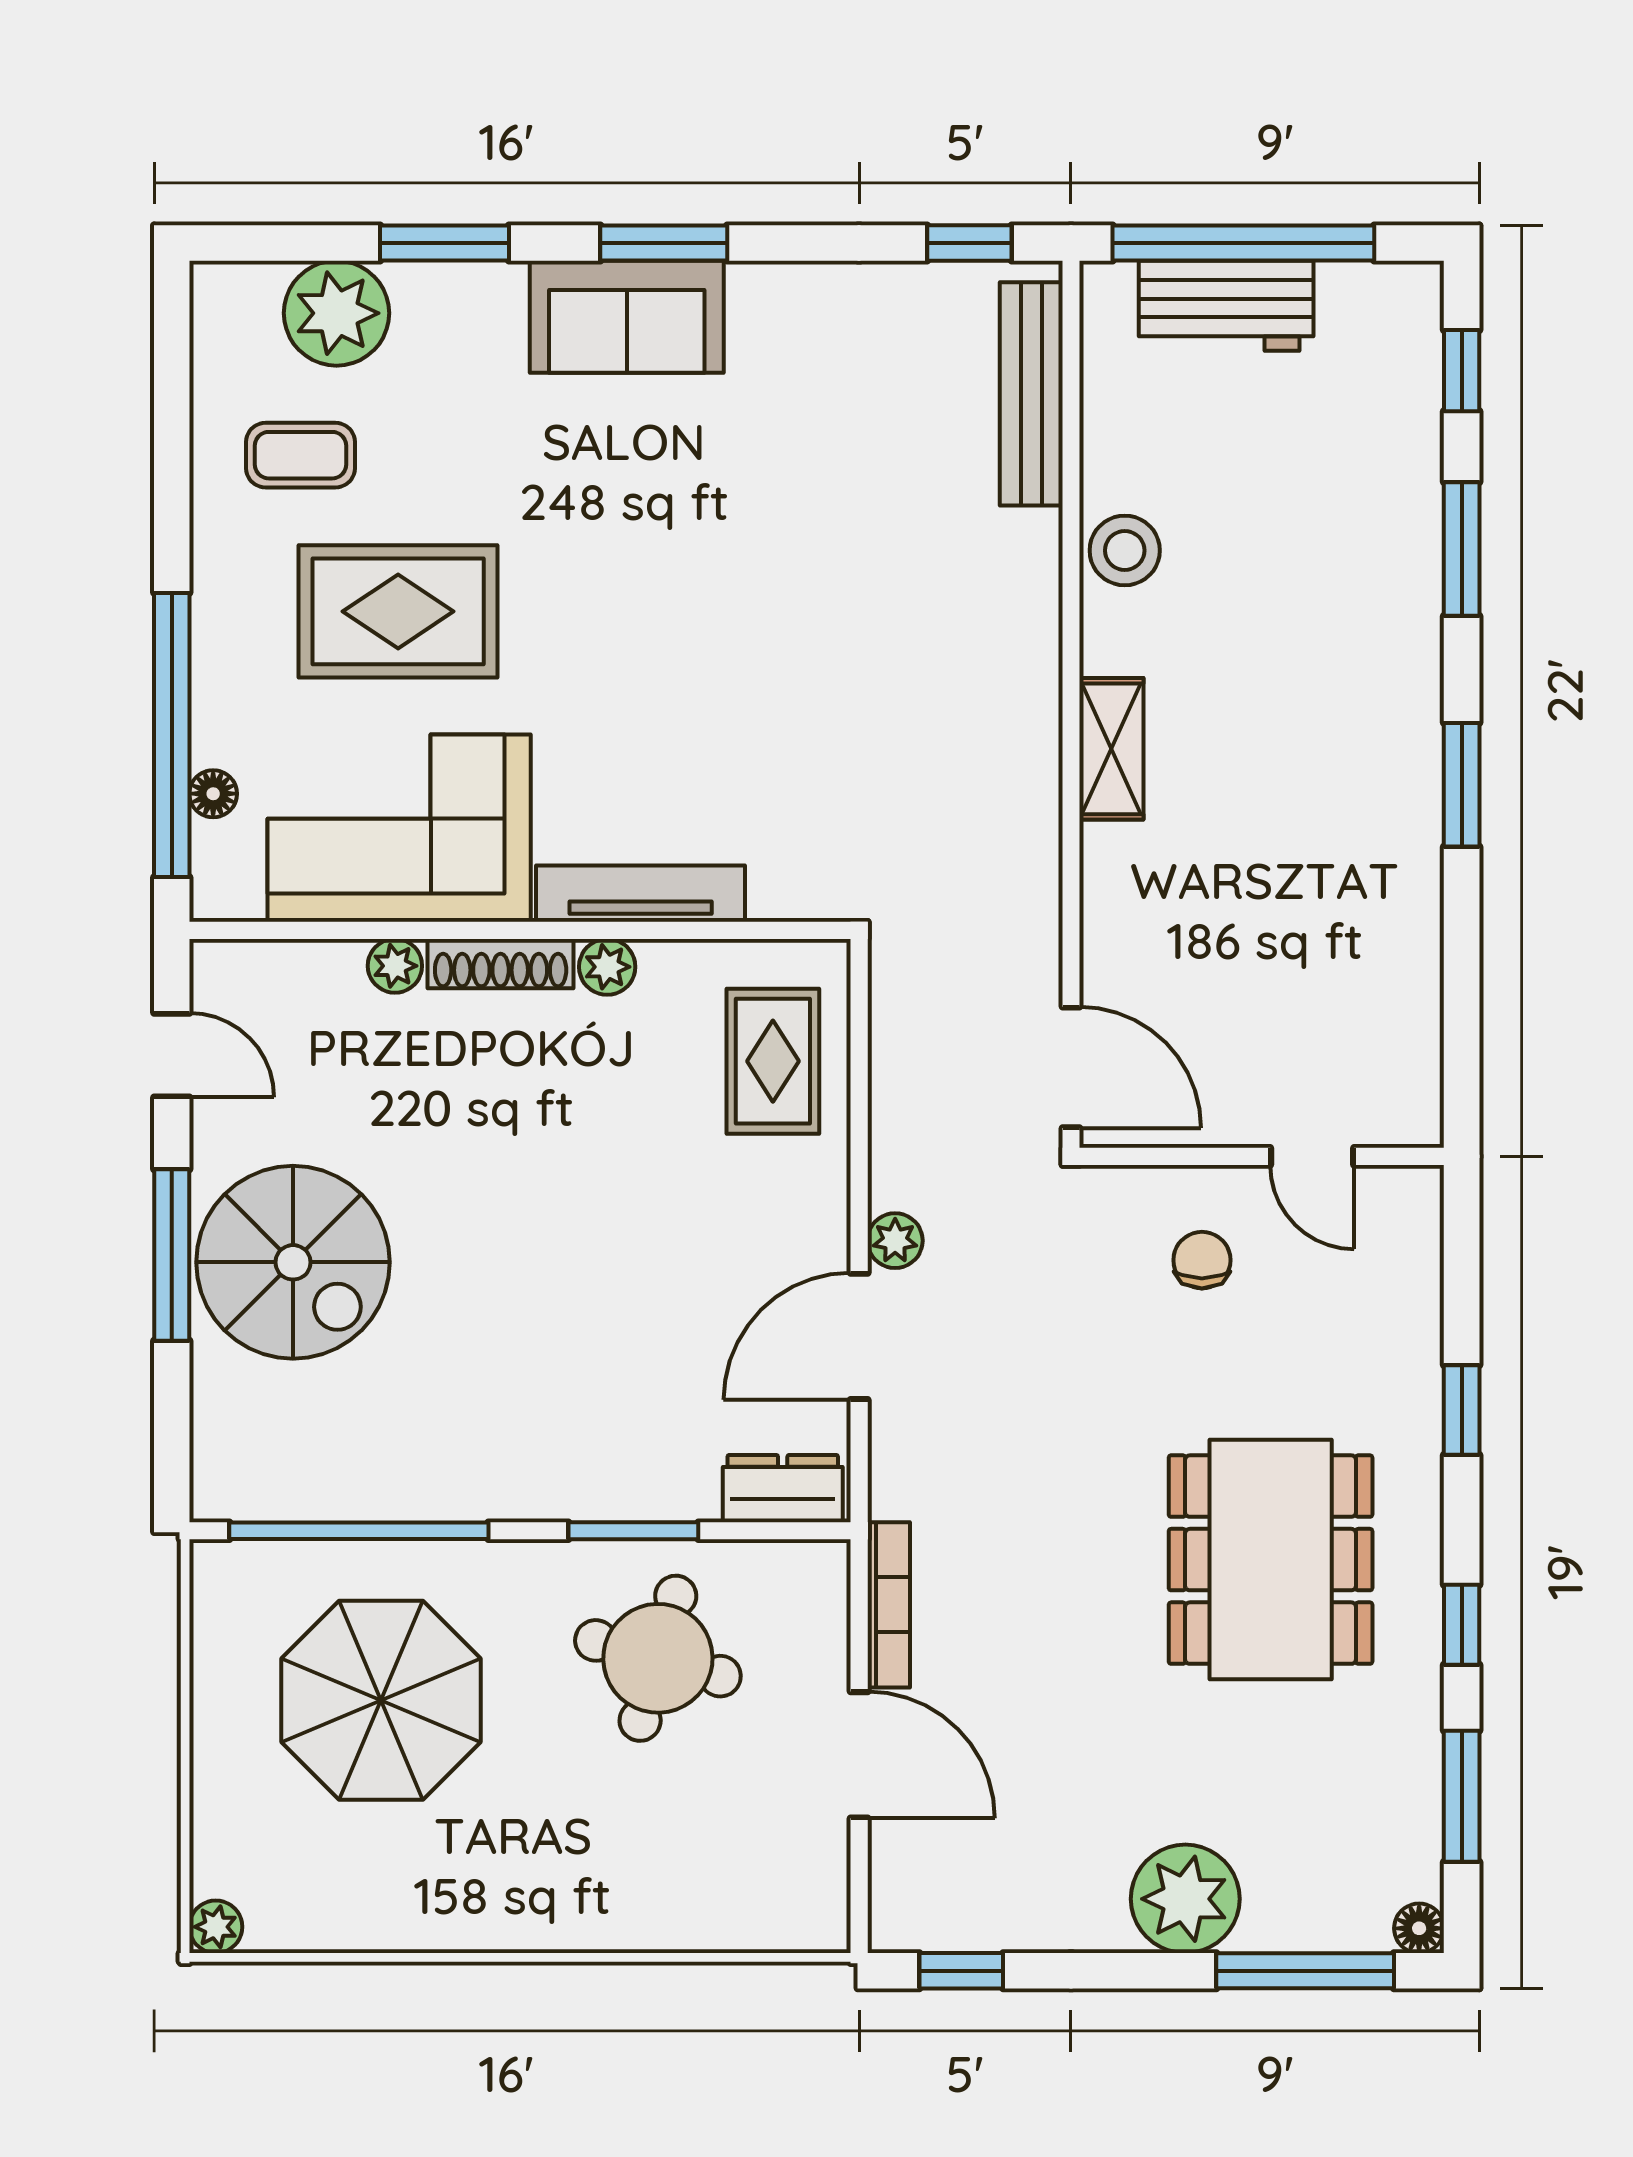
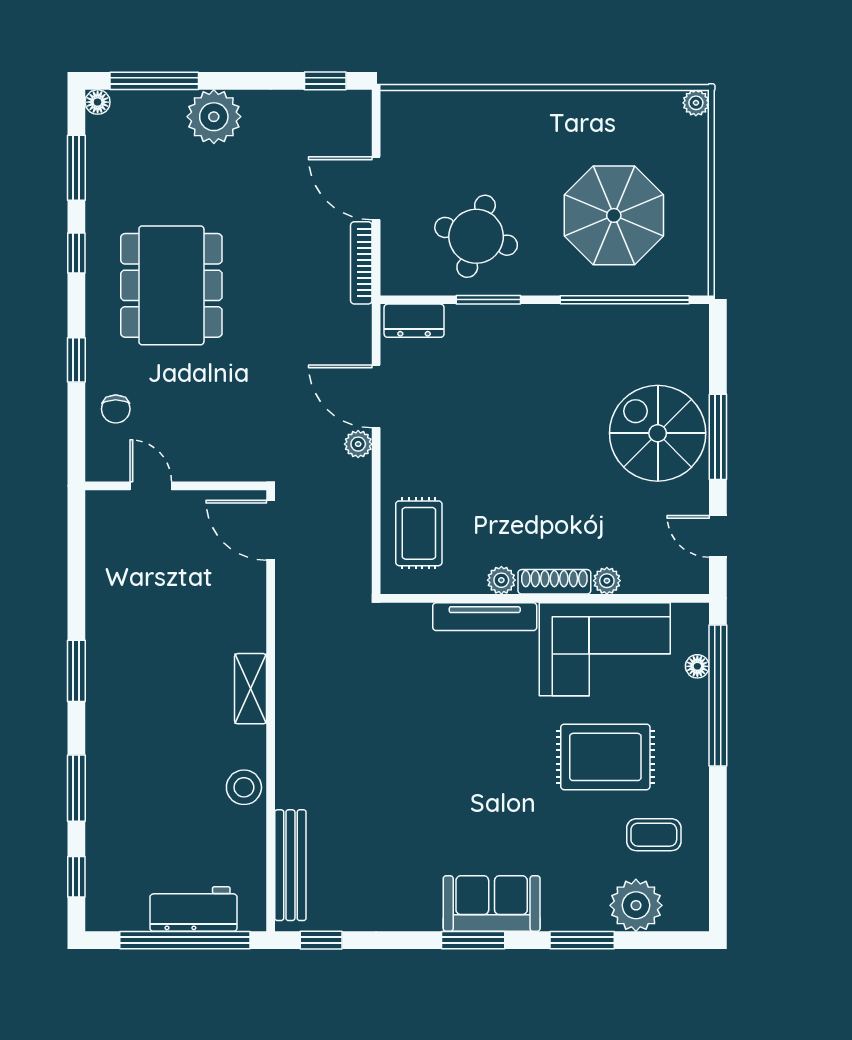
chair: (1202, 1260) -> (116, 409), moved
door: (859, 1336) -> (376, 396), swing flipped

